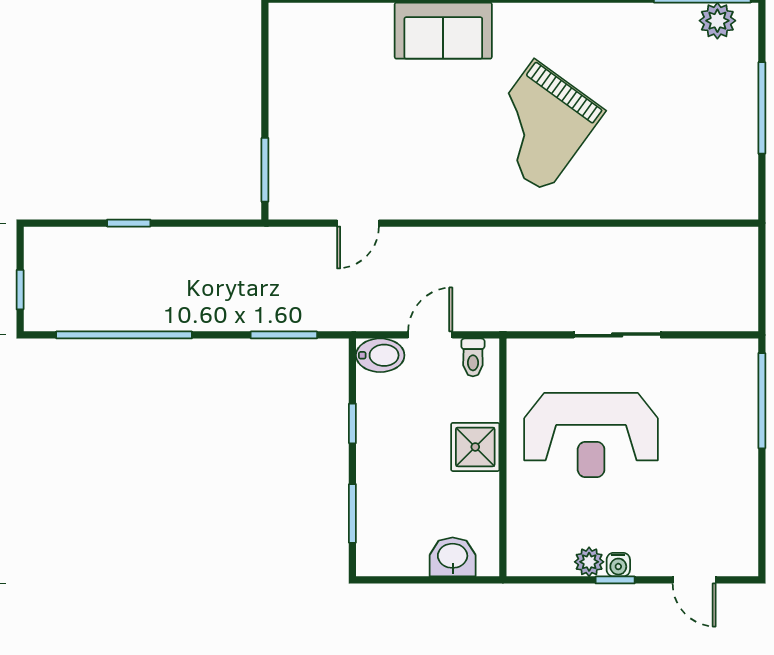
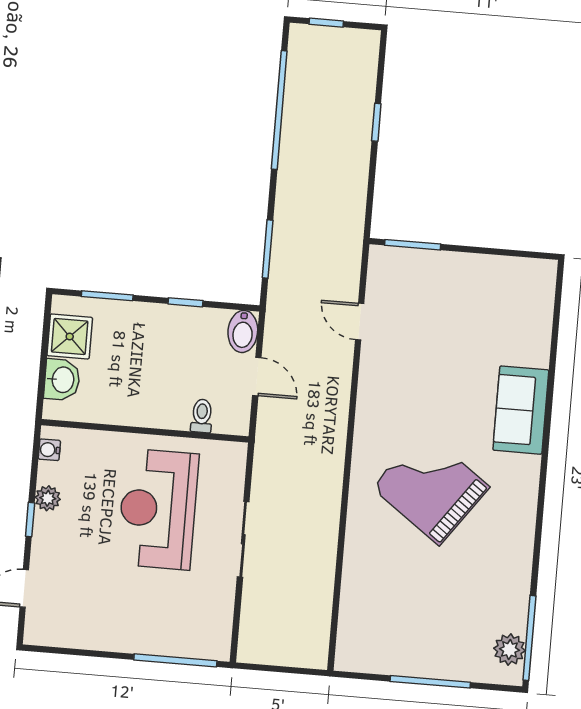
toilet: (473, 357) -> (202, 416), moved, turned 90
shower: (475, 447) -> (70, 337), moved
water cooler: (618, 565) -> (49, 450), moved

